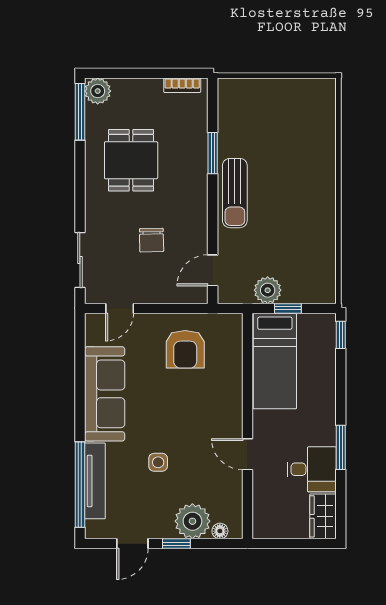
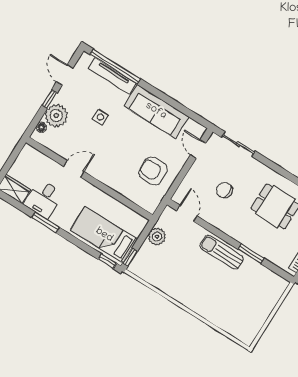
window: (288, 308) -> (130, 257), moved
bed: (275, 361) -> (104, 235), moved

